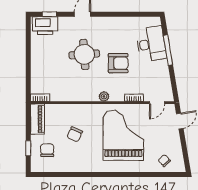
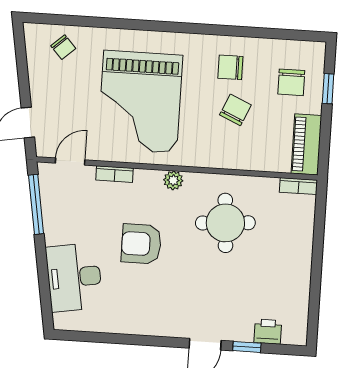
window: (49, 14) -> (247, 347), moved
printer: (45, 26) -> (268, 332), width x0.53, depth x0.68
window: (168, 50) -> (36, 204), moved
round table: (84, 54) -> (225, 223), moved
chair: (79, 156) -> (230, 67), added

